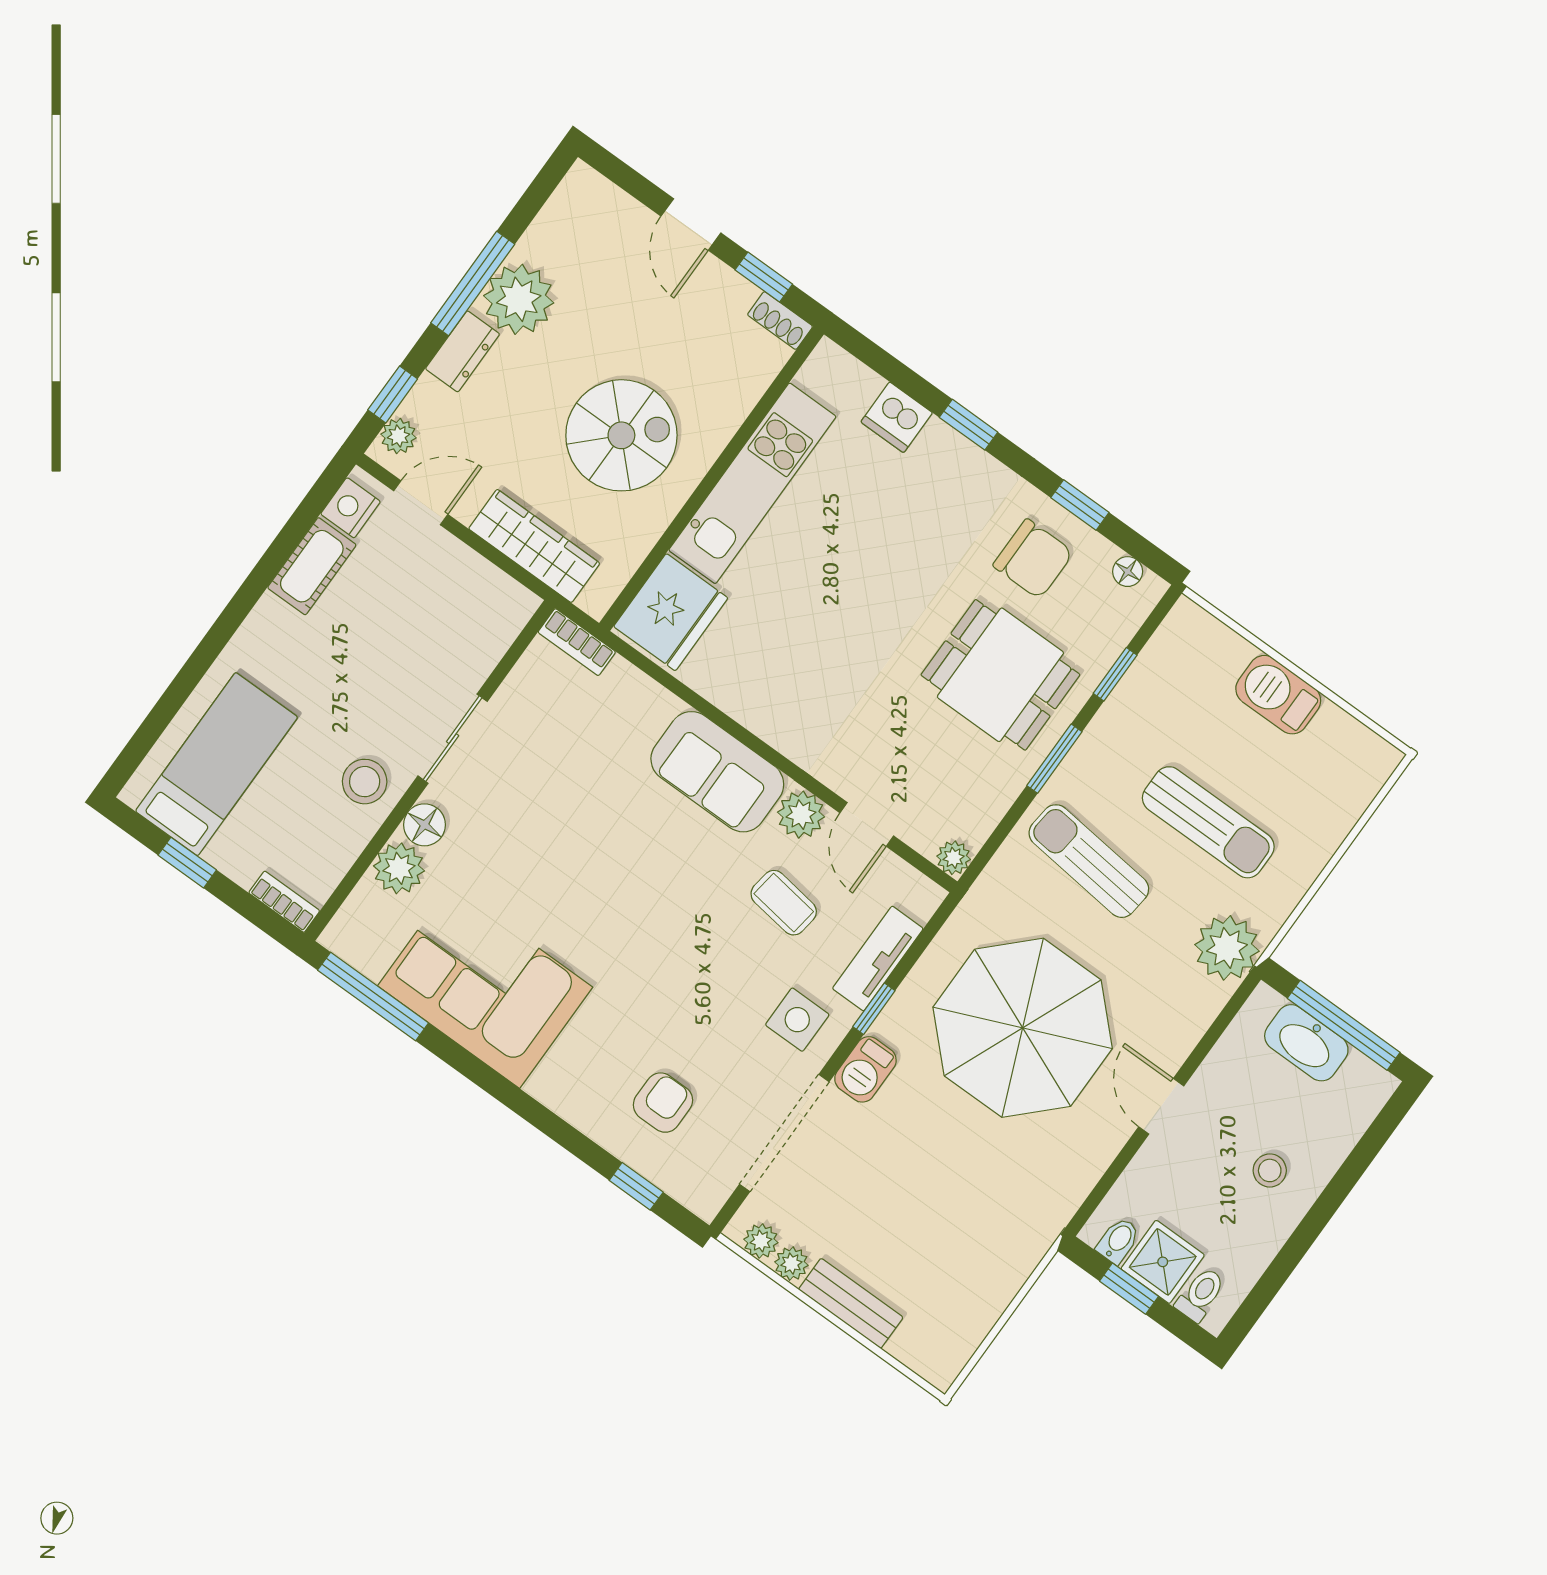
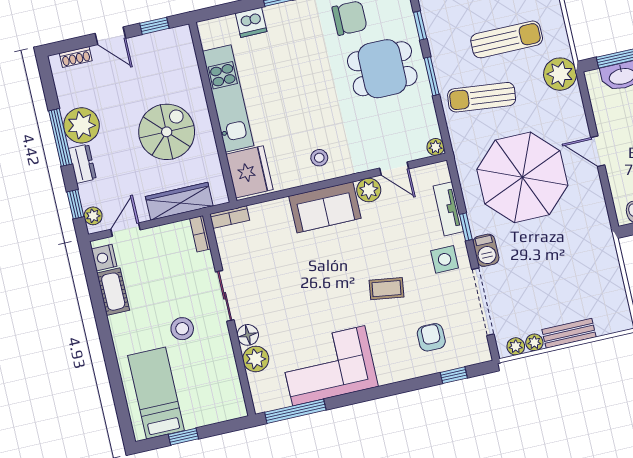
shoe rack: (780, 321) -> (76, 57), moved
stool: (784, 698) -> (319, 158), added
stool: (365, 782) -> (182, 329), moved
bookcase: (284, 902) -> (200, 234), moved, turned -90
coffee table: (784, 903) -> (387, 289), moved

